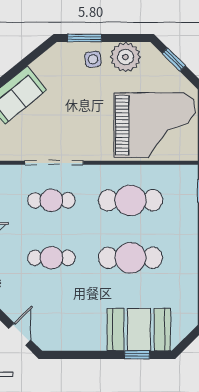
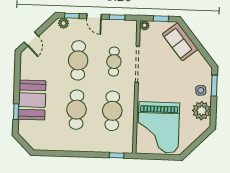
window: (174, 60) -> (199, 141), removed
cafe table: (51, 258) -> (78, 60), width x1.37, depth x1.35
booth: (139, 330) -> (32, 100), moved
door: (20, 334) -> (31, 39), hinge flipped

